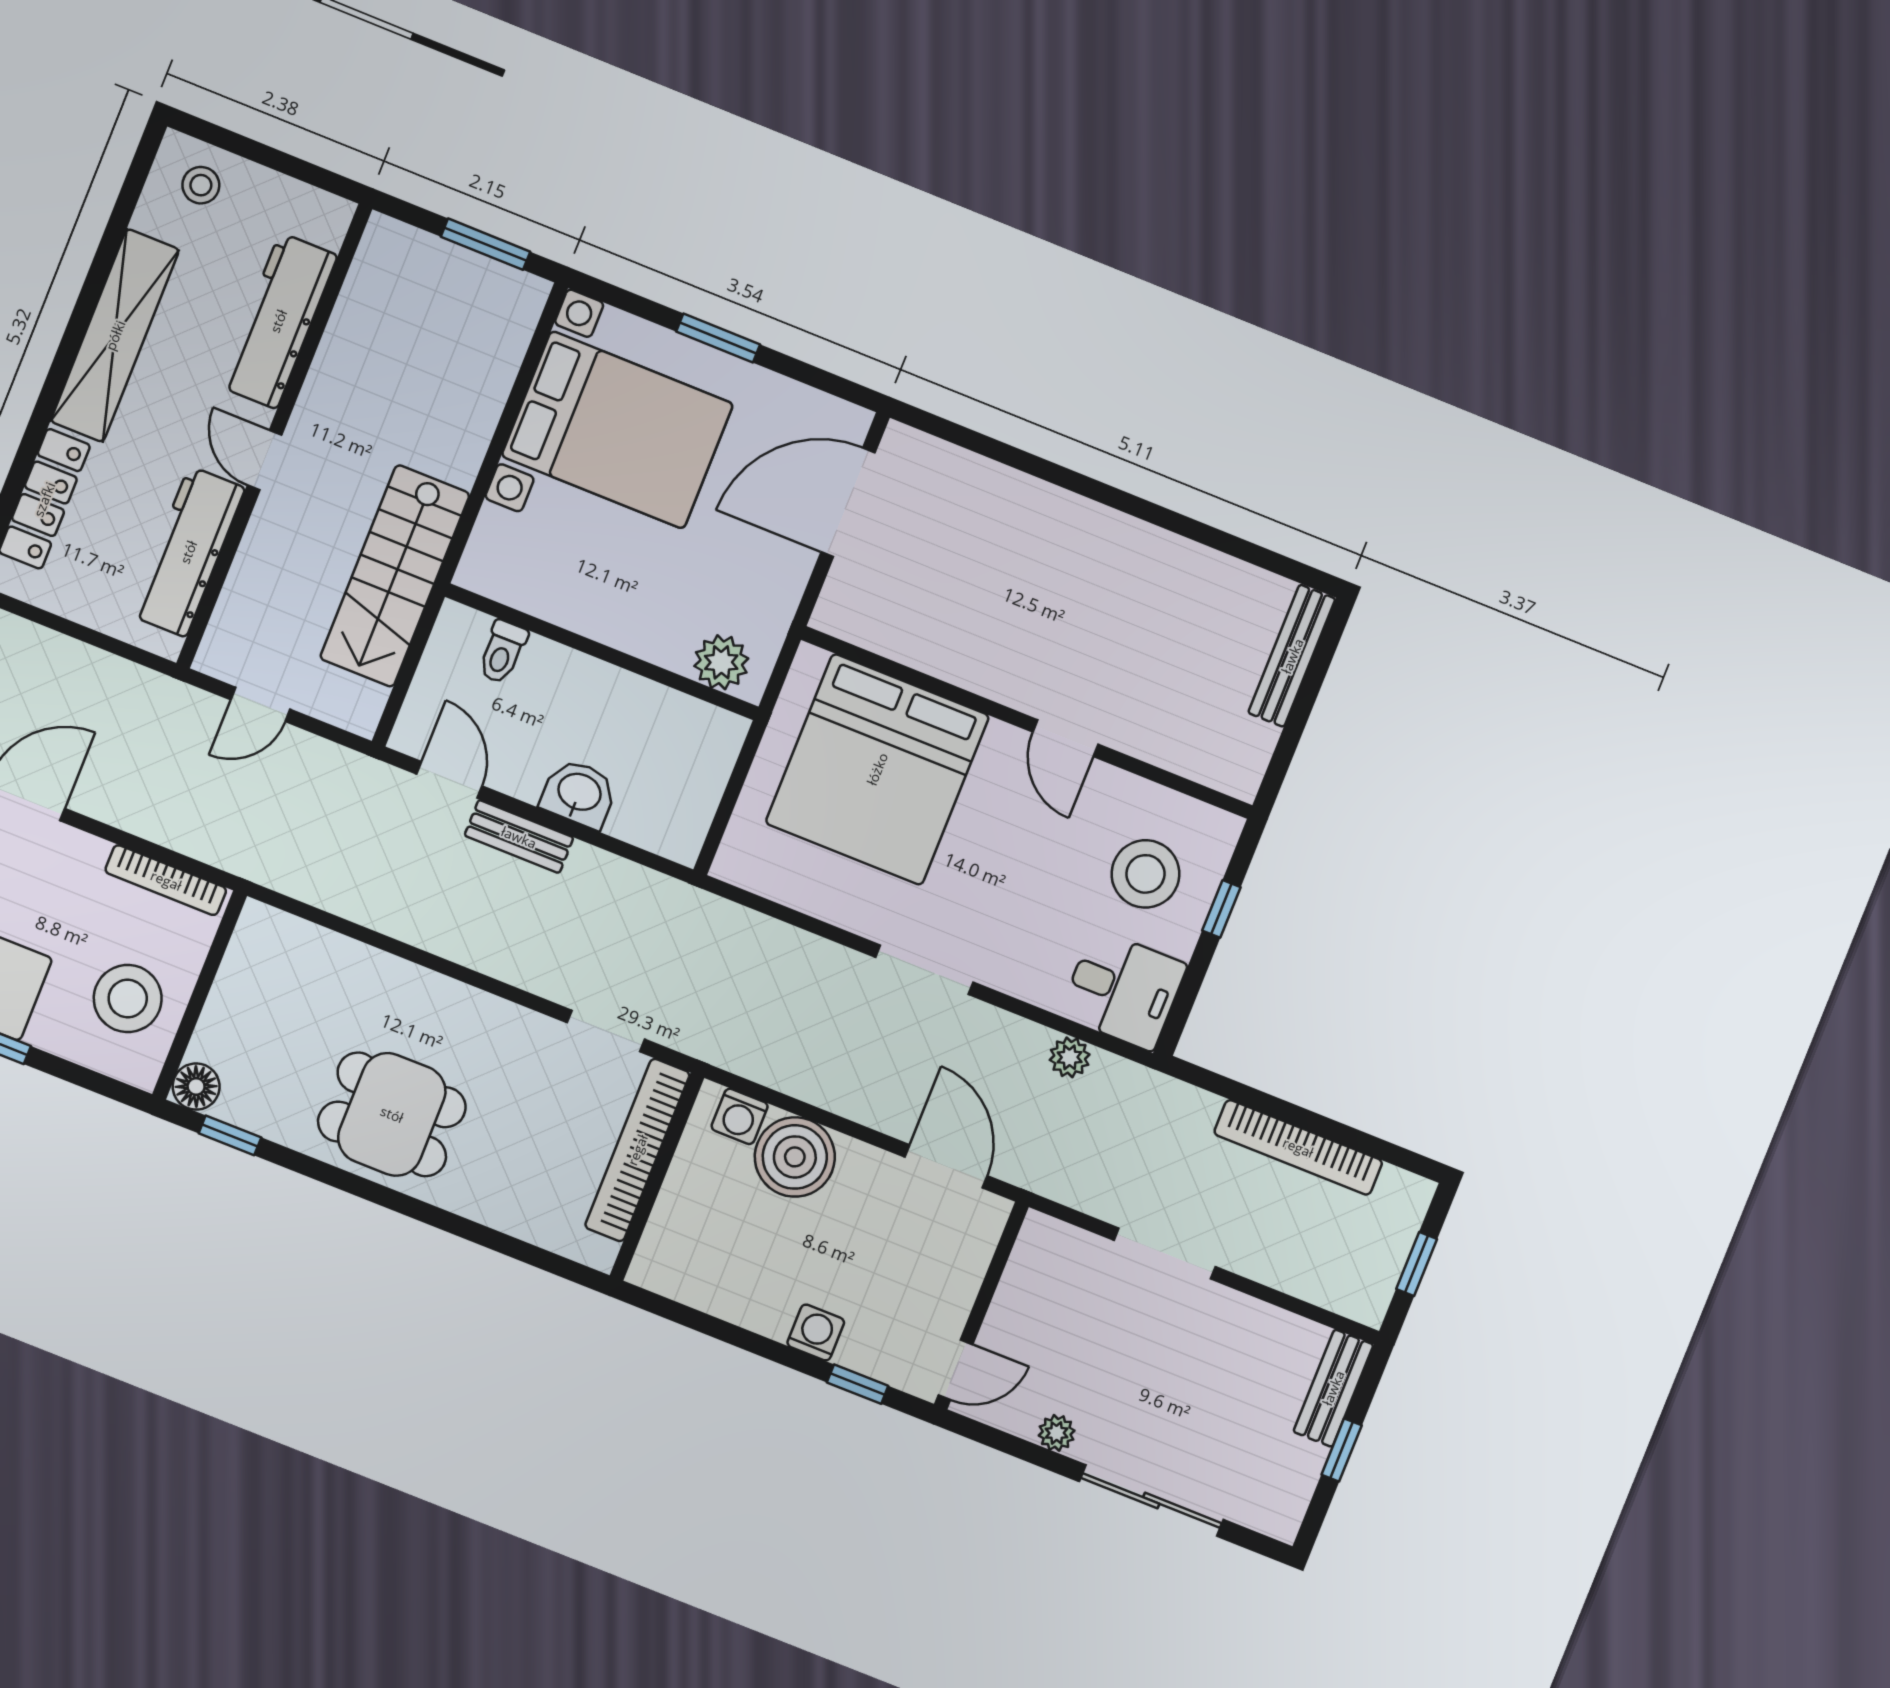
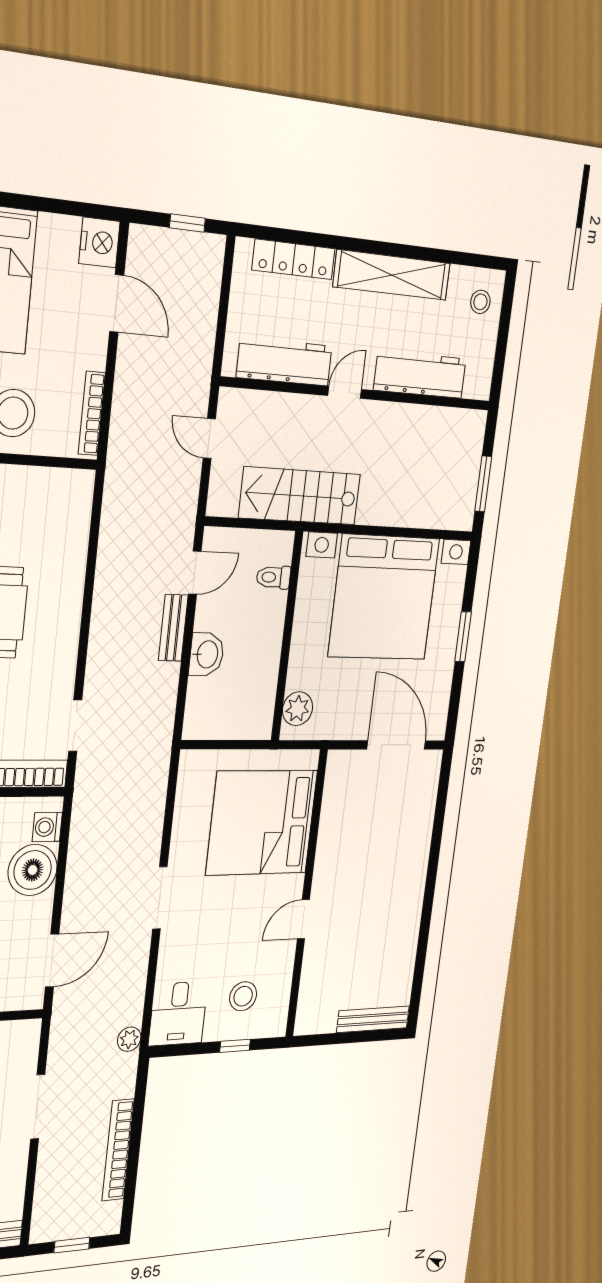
bed with nightstands: (617, 430) -> (384, 597), width x1.36
stool: (1145, 874) -> (243, 996), width x0.73, depth x0.73
plant: (1070, 1057) -> (129, 1039), moved

